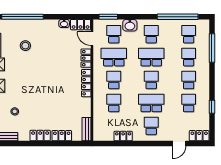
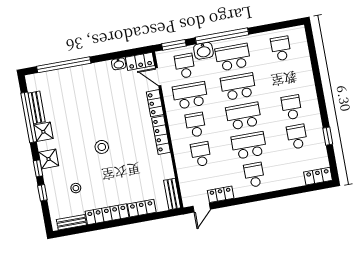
window: (178, 17) -> (222, 36), moved
school desk: (151, 34) -> (233, 57), width x1.85
stool: (25, 46) -> (102, 147), moved
window: (212, 48) -> (314, 61), removed
school desk: (189, 57) -> (286, 78), removed
school desk: (151, 80) -> (244, 116), width x1.85
locker: (40, 135) -> (107, 214), width x1.53
door: (179, 143) -> (202, 208), moved

